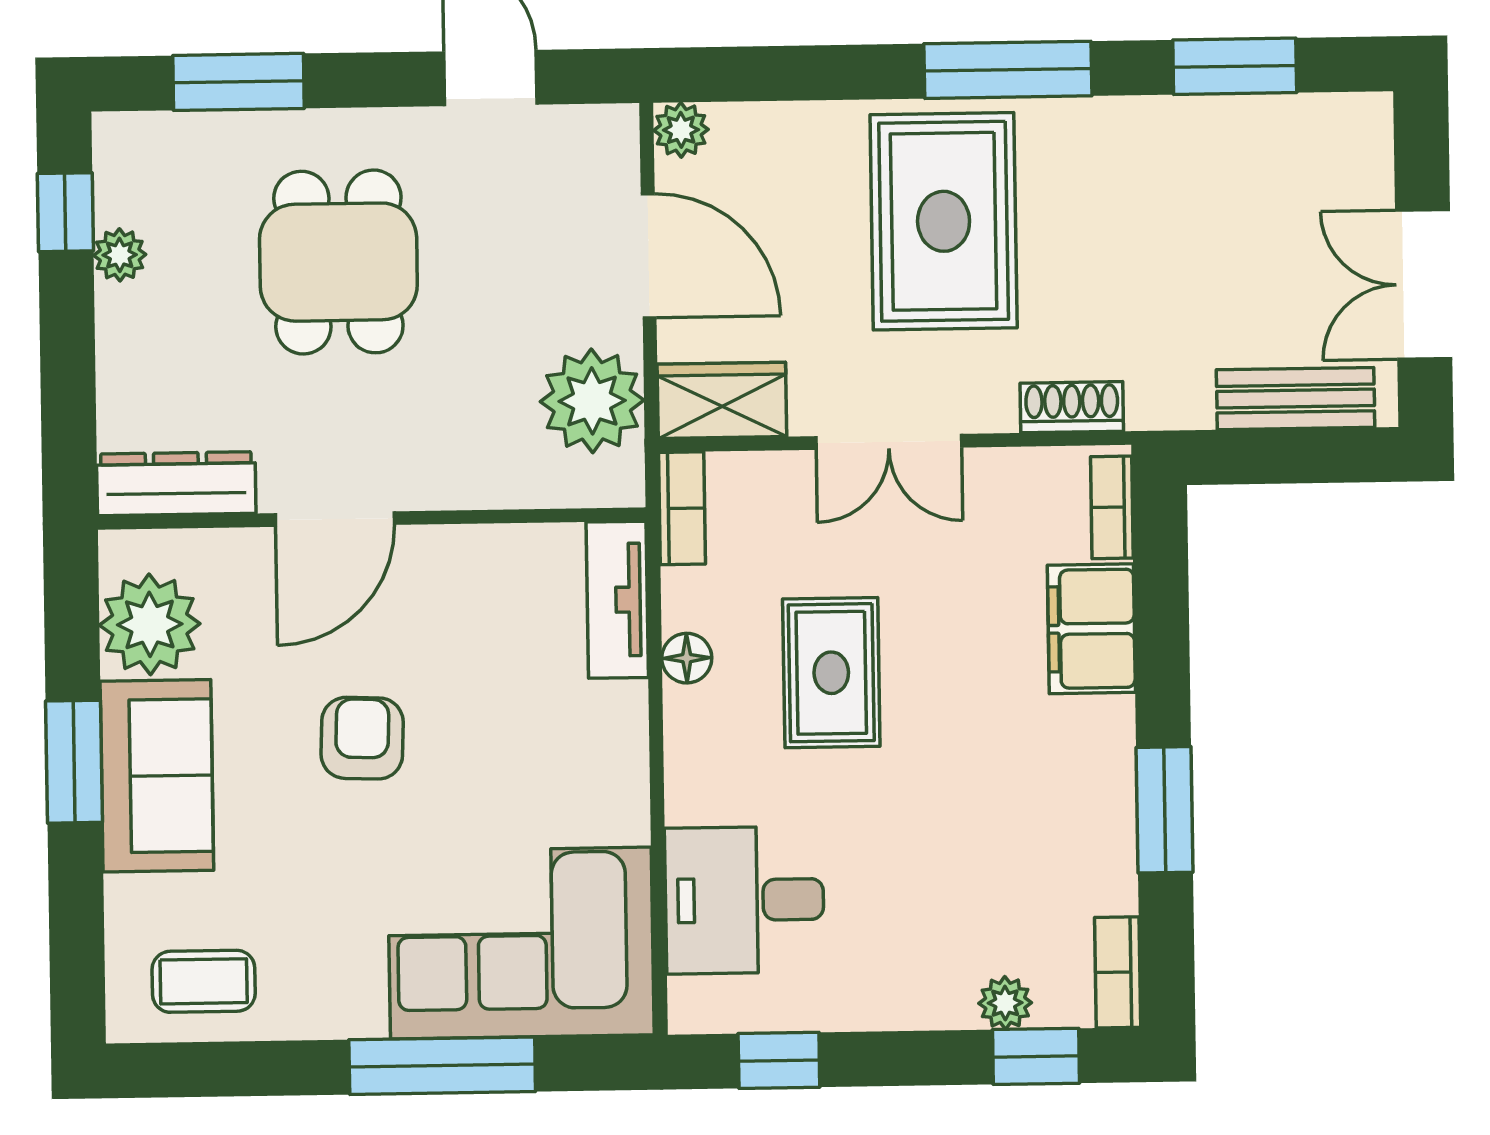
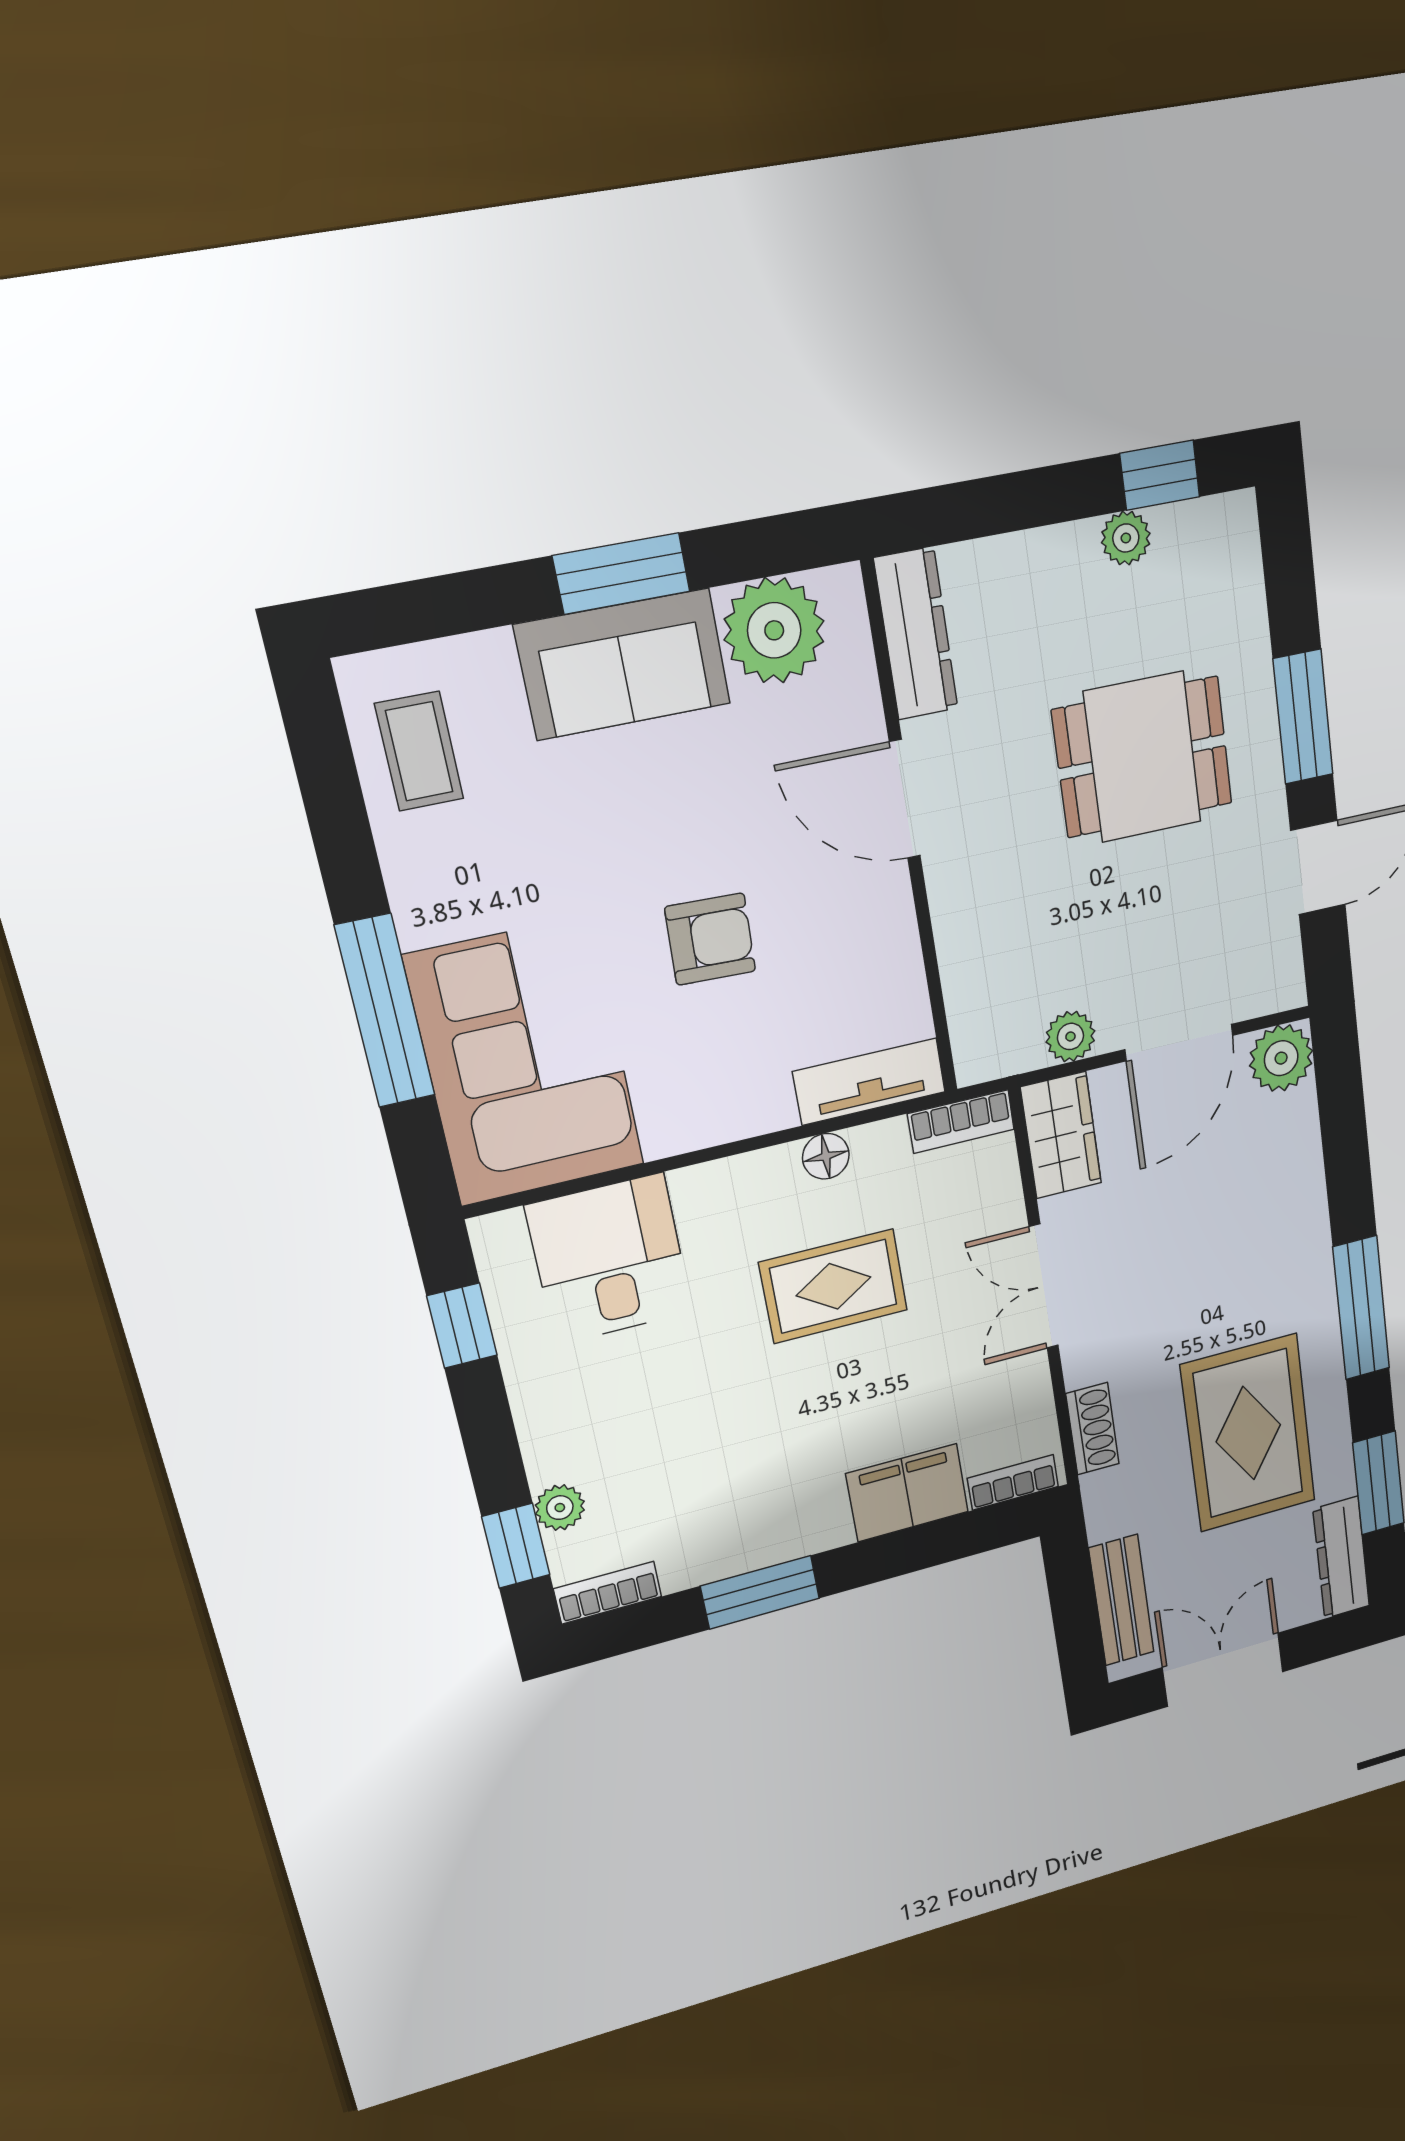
window: (238, 82) -> (1303, 717), moved
dresser: (1319, 122) -> (1341, 1558), added
plant: (681, 130) -> (1281, 1058), width x1.38, depth x1.38
rug: (944, 221) -> (1248, 1433), moved, turned 90
plant: (592, 401) -> (1070, 1036), width x0.53, depth x0.53
armchair: (362, 738) -> (710, 939), moved

